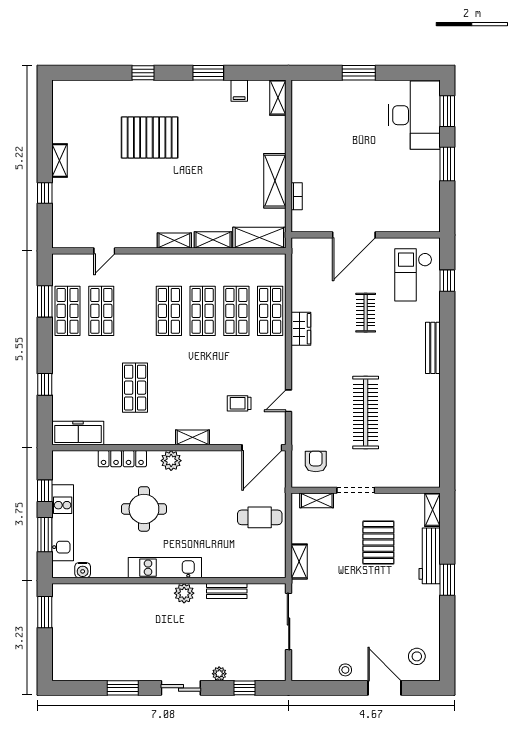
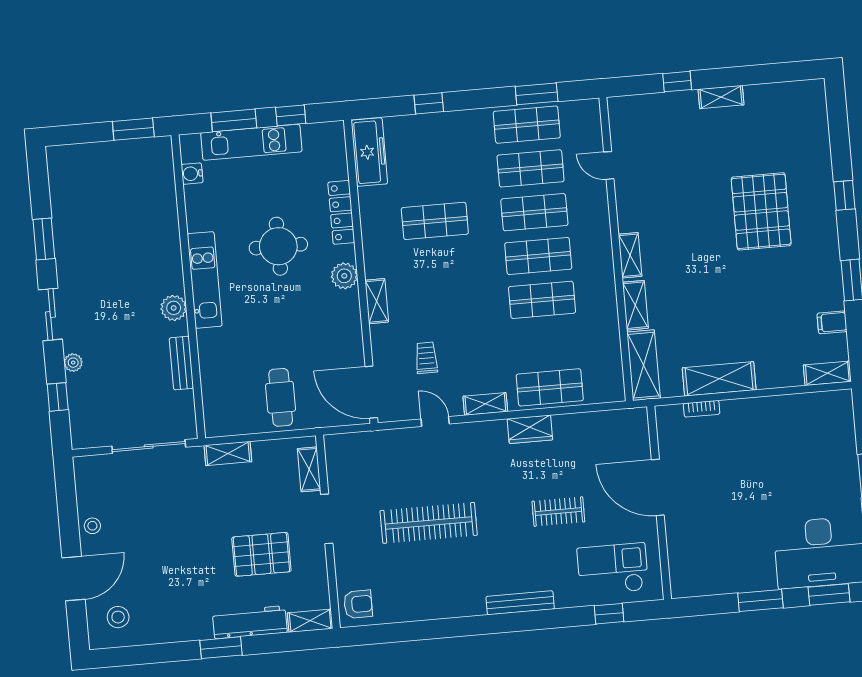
shop shelf: (236, 311) -> (534, 212), moved
shelving: (278, 361) -> (485, 404), added
armchair: (316, 461) -> (358, 604), moved

